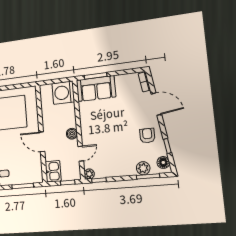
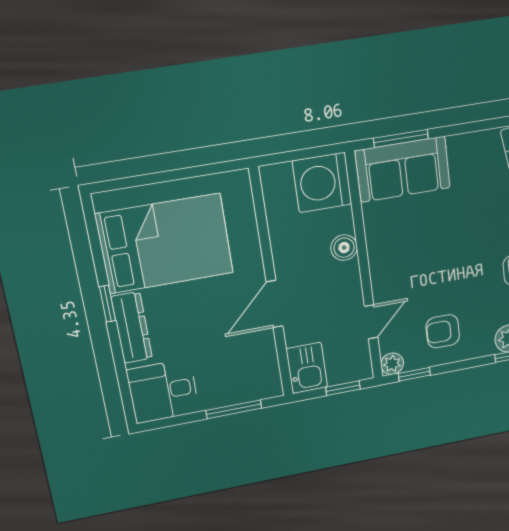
boiler: (72, 134) -> (344, 248), moved
door: (42, 142) -> (274, 304), hinge flipped
armchair: (112, 161) -> (443, 331), added

